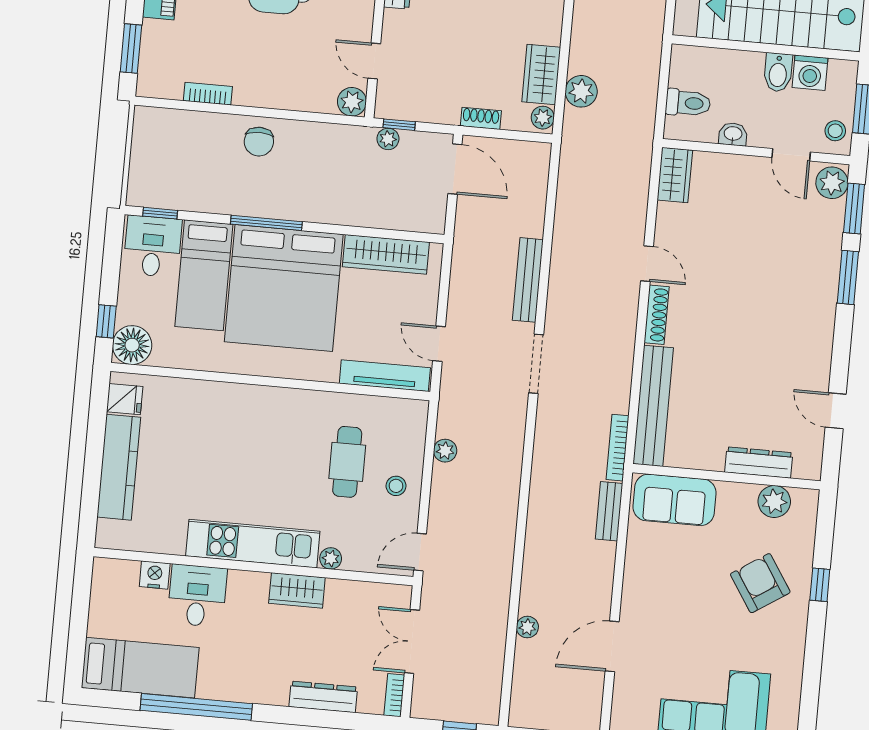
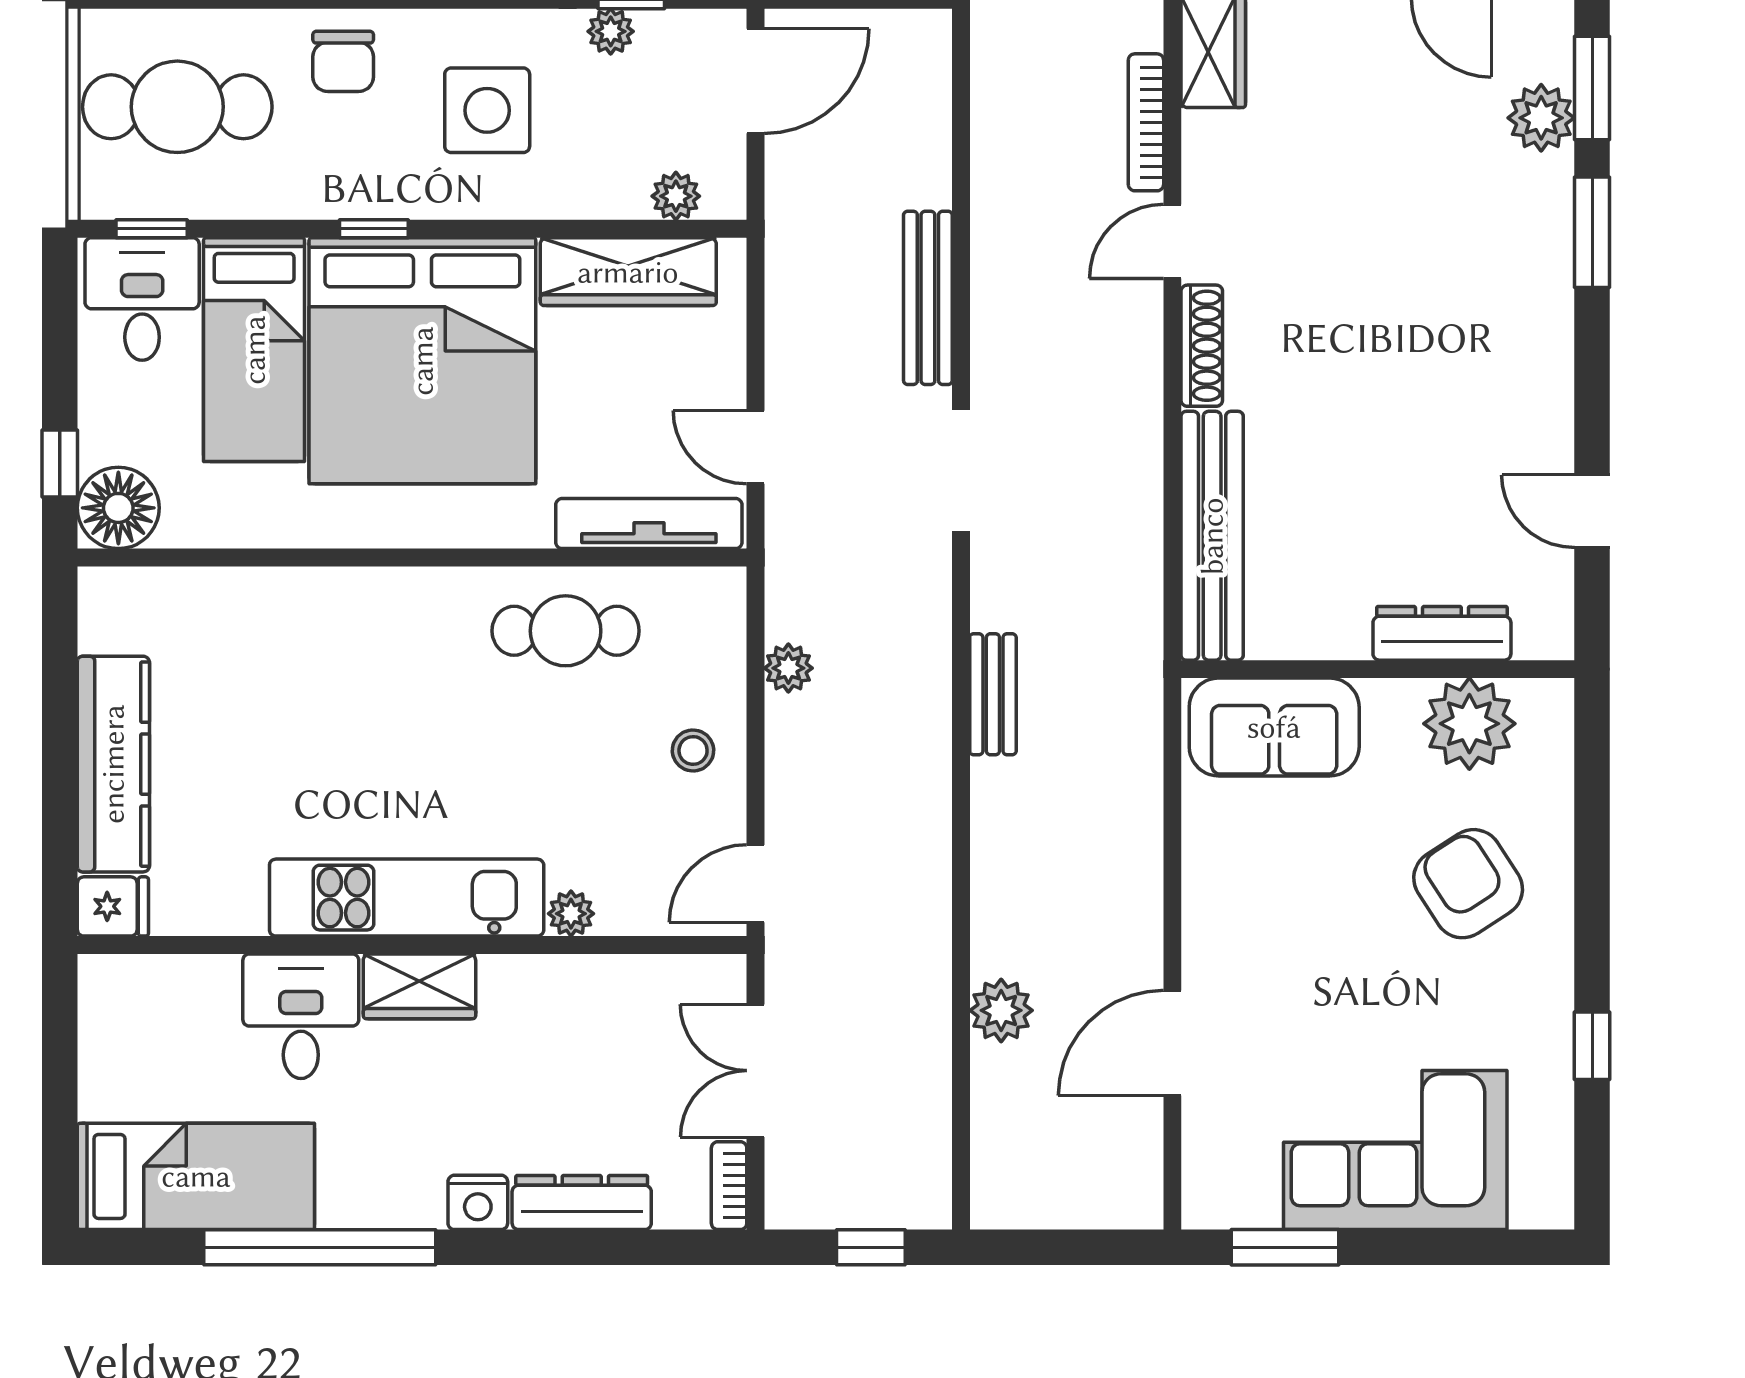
cafe table: (178, 156) -> (177, 107), added
door: (455, 169) -> (756, 81), hinge flipped
side table: (326, 171) -> (487, 110), added
plant: (832, 183) -> (1541, 118), moved
plant: (412, 220) -> (676, 196), added
window: (266, 223) -> (374, 229), width x0.46
door: (647, 264) -> (1172, 241), swing flipped
fridge: (125, 399) -> (113, 906), moved
bookcase: (618, 448) -> (1146, 122), moved
cafe table: (347, 462) -> (566, 631), moved, turned 90
plant: (774, 501) -> (1469, 724), width x1.36, depth x1.36
bench: (609, 511) -> (993, 694), moved
nightstand: (155, 575) -> (478, 1202), moved, turned 180
window: (820, 585) -> (1592, 1046), moved
wardrobe: (297, 590) -> (419, 986), moved
plant: (527, 627) -> (1001, 1010), width x1.38, depth x1.38

